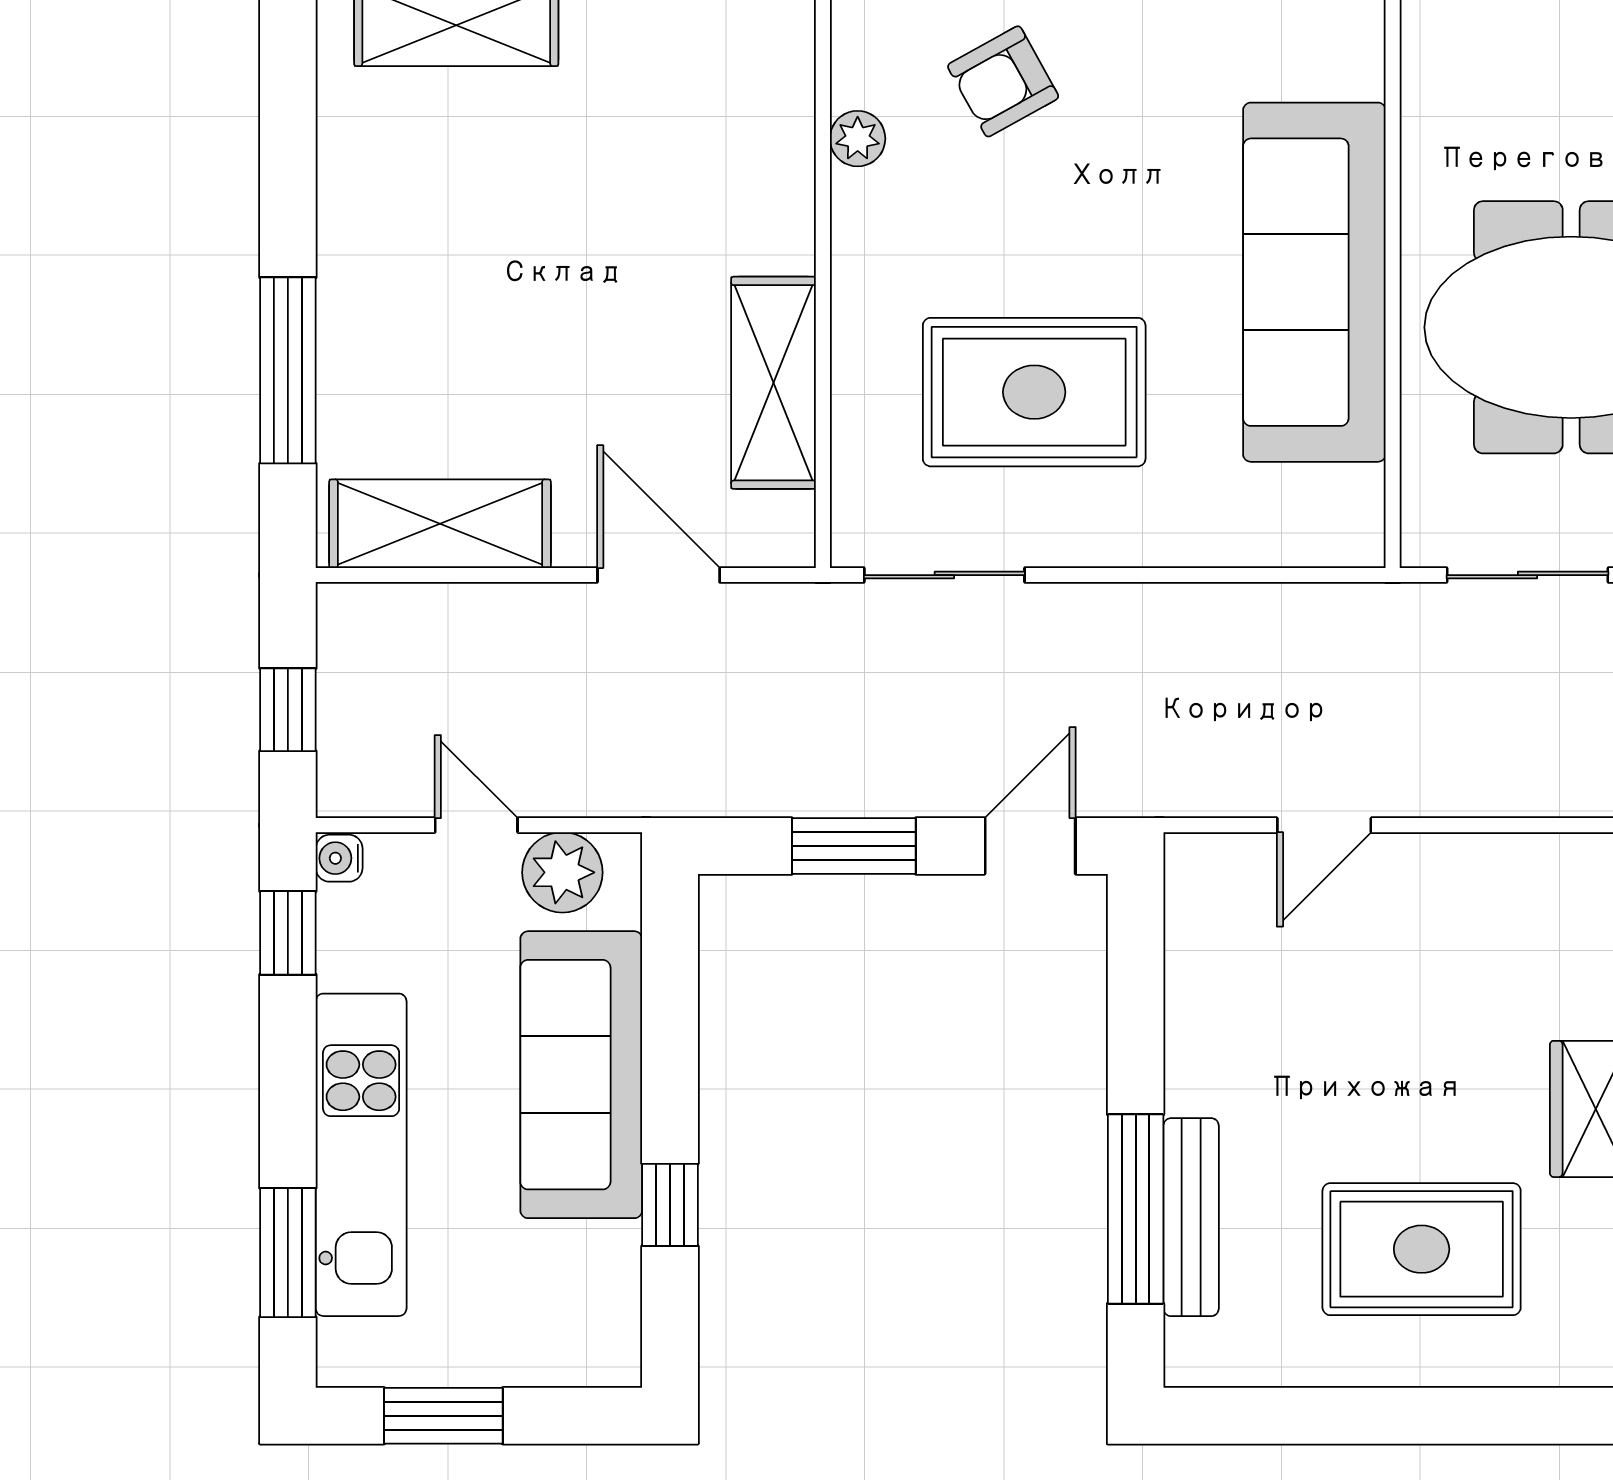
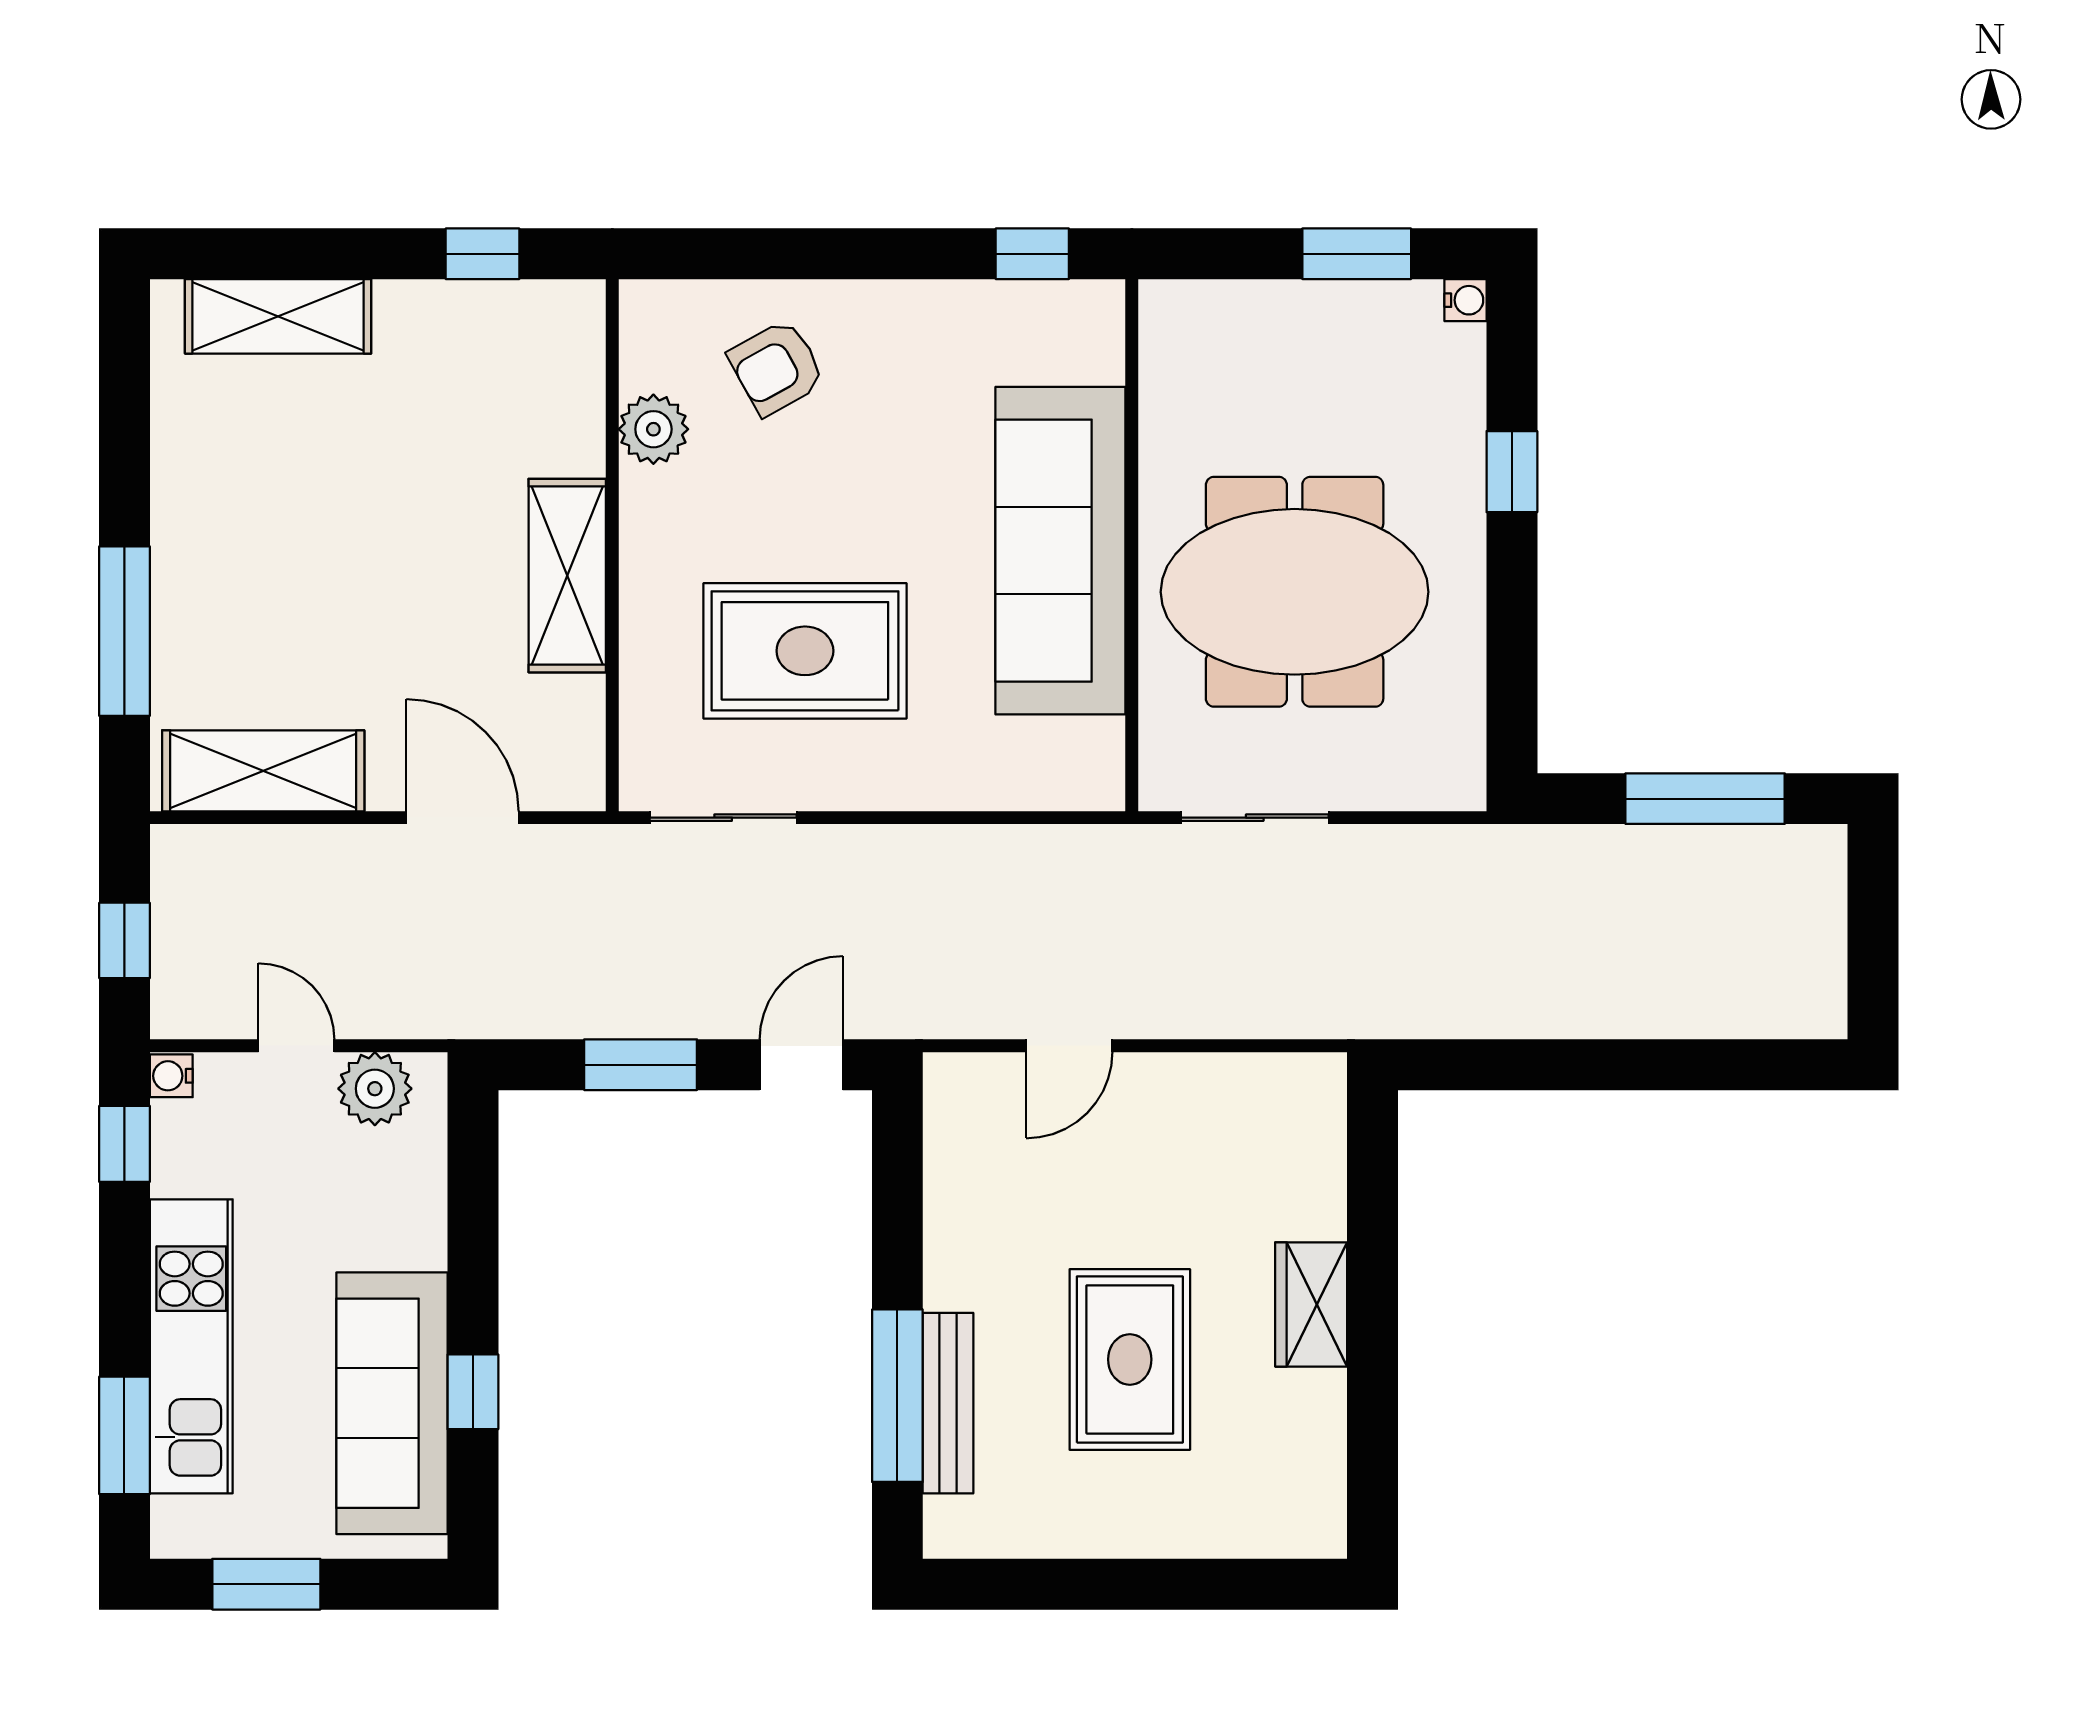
plant: (858, 139) -> (653, 429), width x1.38, depth x1.38
shelving: (773, 383) -> (567, 576), moved
sofa: (581, 1075) -> (392, 1403), moved
rug: (1422, 1249) -> (1130, 1359), moved, turned 90

